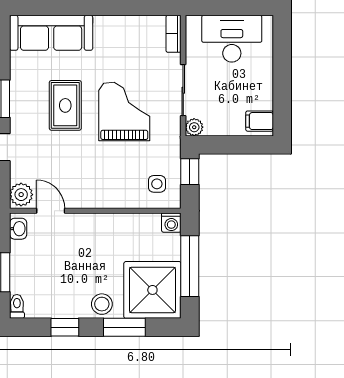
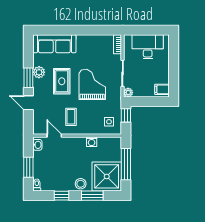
coffee table: (83, 174) -> (71, 117), added
plant: (21, 195) -> (39, 72), moved
washing machine: (171, 223) -> (92, 142), moved

